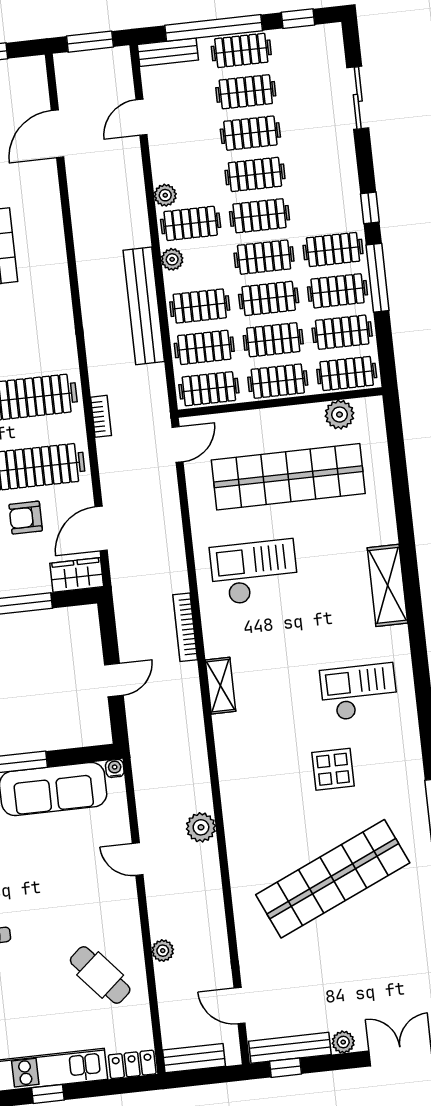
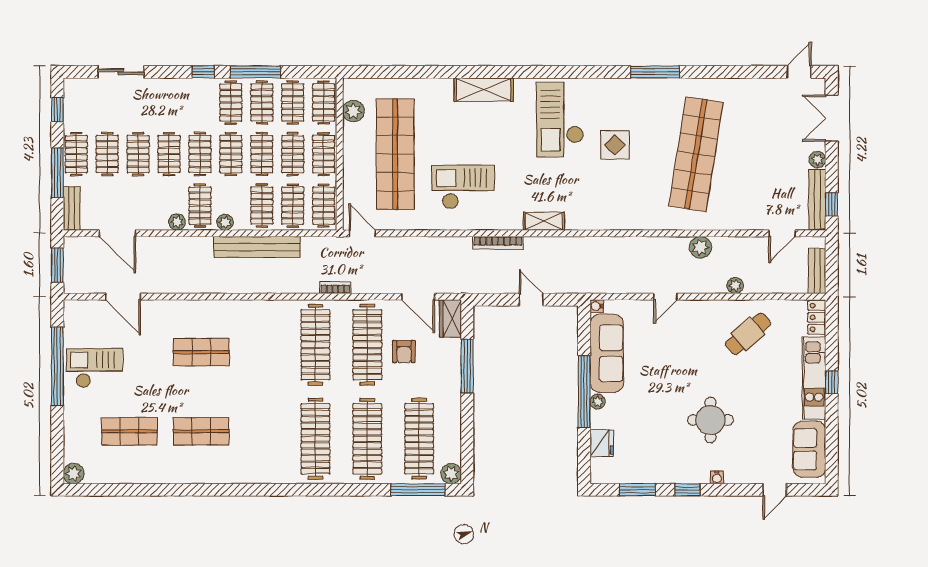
window: (214, 28) -> (57, 173), width x0.68
door: (141, 117) -> (117, 233), width x1.38
checkout: (254, 572) -> (463, 187), turned 90
checkout: (359, 692) -> (560, 119), width x1.36, depth x1.21
plant: (201, 827) -> (700, 247), moved
shop shelf: (333, 879) -> (696, 154), turned 33

